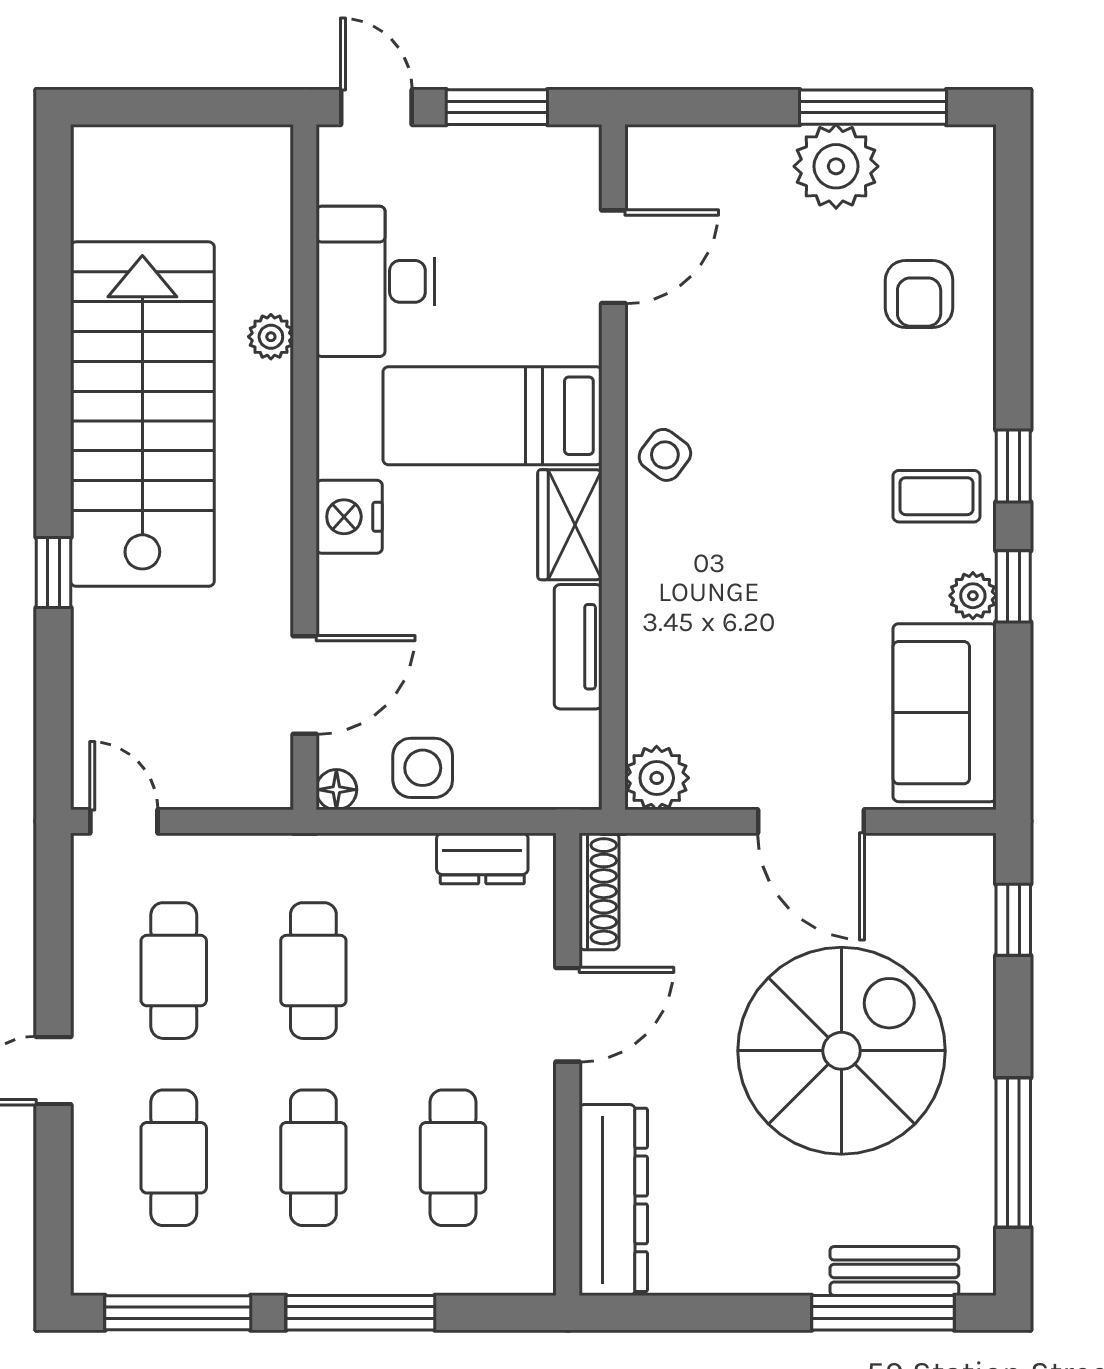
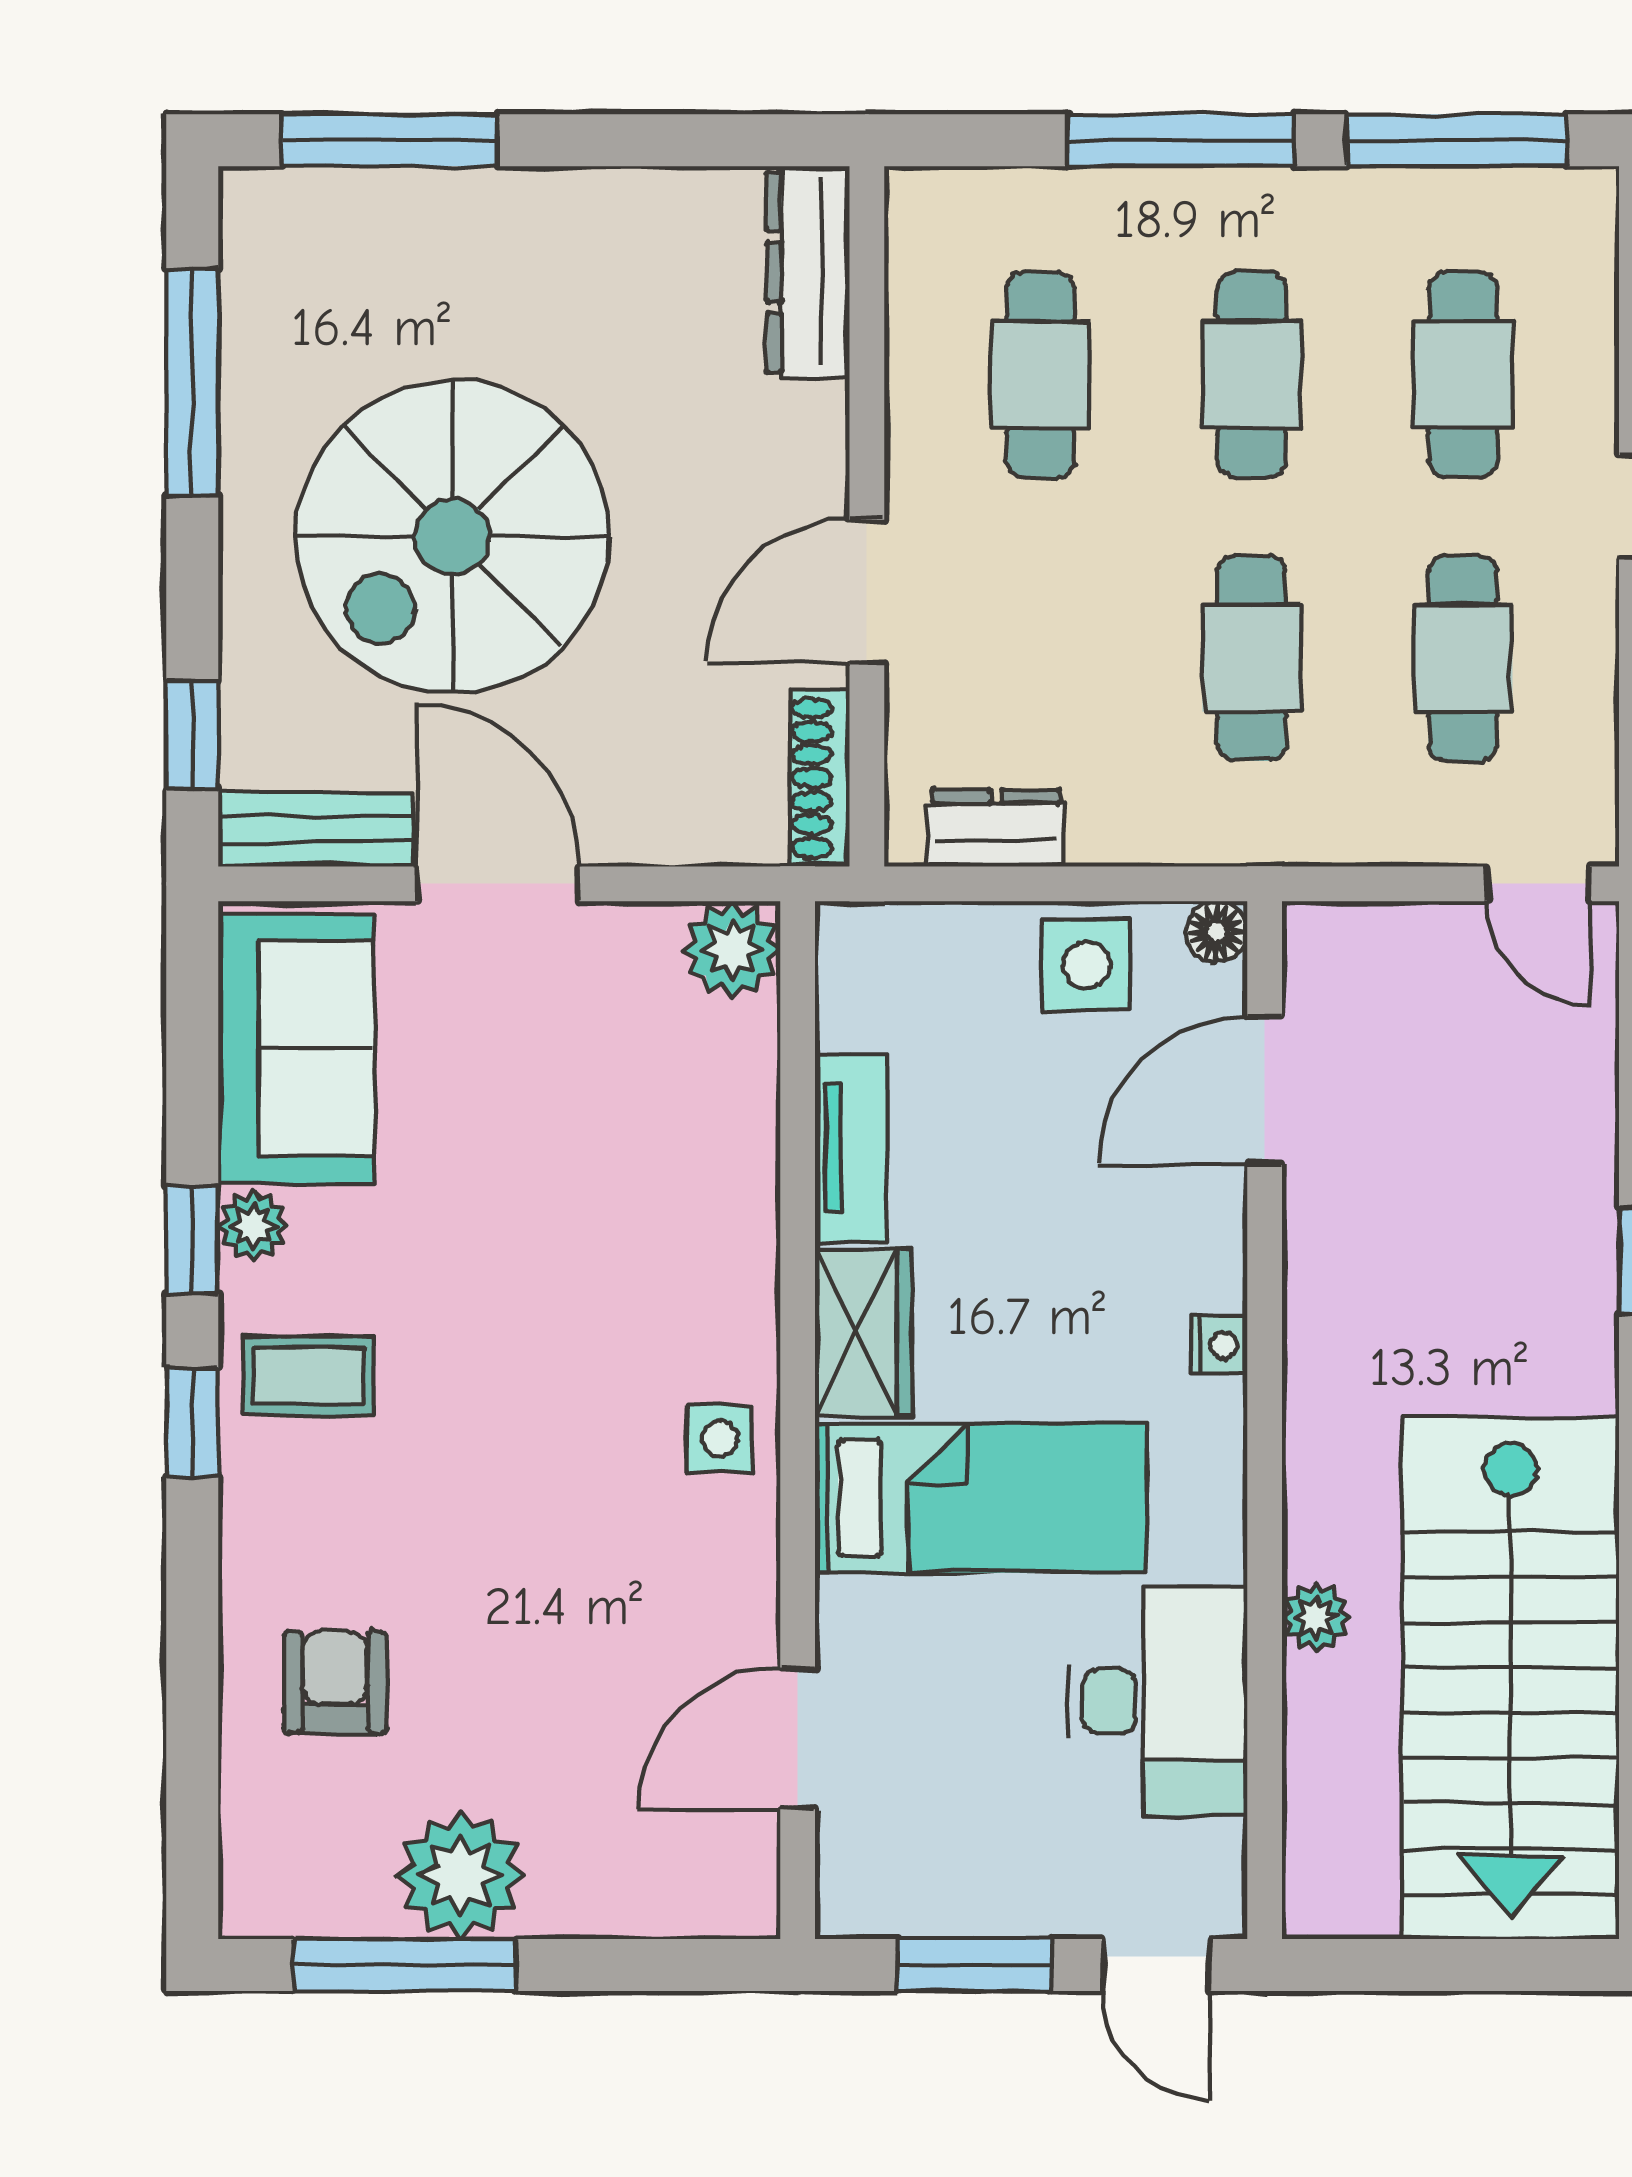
stairs: (142, 414) -> (1511, 1678), moved
side table: (665, 455) -> (720, 1439), turned -37
nightstand: (349, 517) -> (1220, 1345), width x0.53, depth x0.56
dresser: (613, 1200) -> (808, 272), width x0.73, depth x0.80
bench: (894, 1271) -> (316, 830), moved

